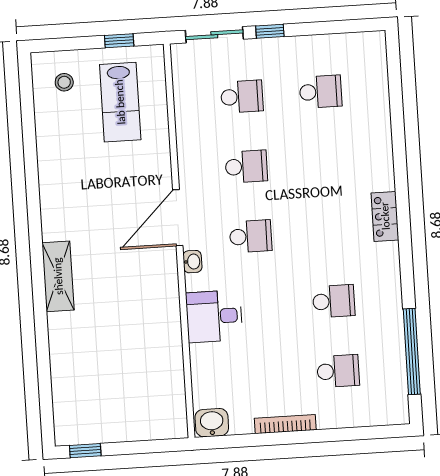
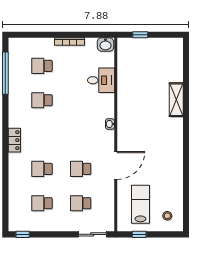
window: (270, 31) -> (23, 234), moved
door: (178, 218) -> (116, 165), moved
school desk: (251, 236) -> (42, 169), moved
shelving: (58, 276) -> (176, 100), moved
desk: (214, 316) -> (101, 80), moved
window: (85, 451) -> (140, 35), moved

